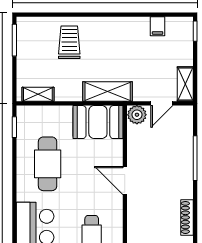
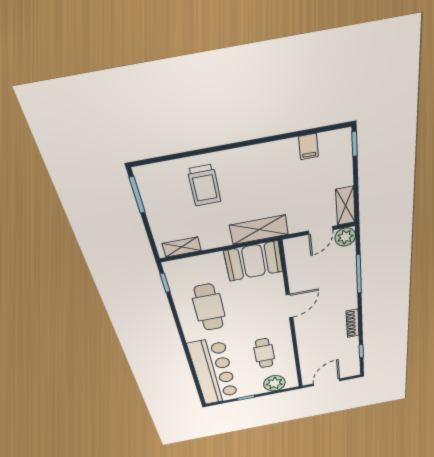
trolley: (69, 42) -> (204, 185), turned 180
plant: (137, 115) -> (345, 237), moved
door: (125, 180) -> (290, 306), swing flipped

